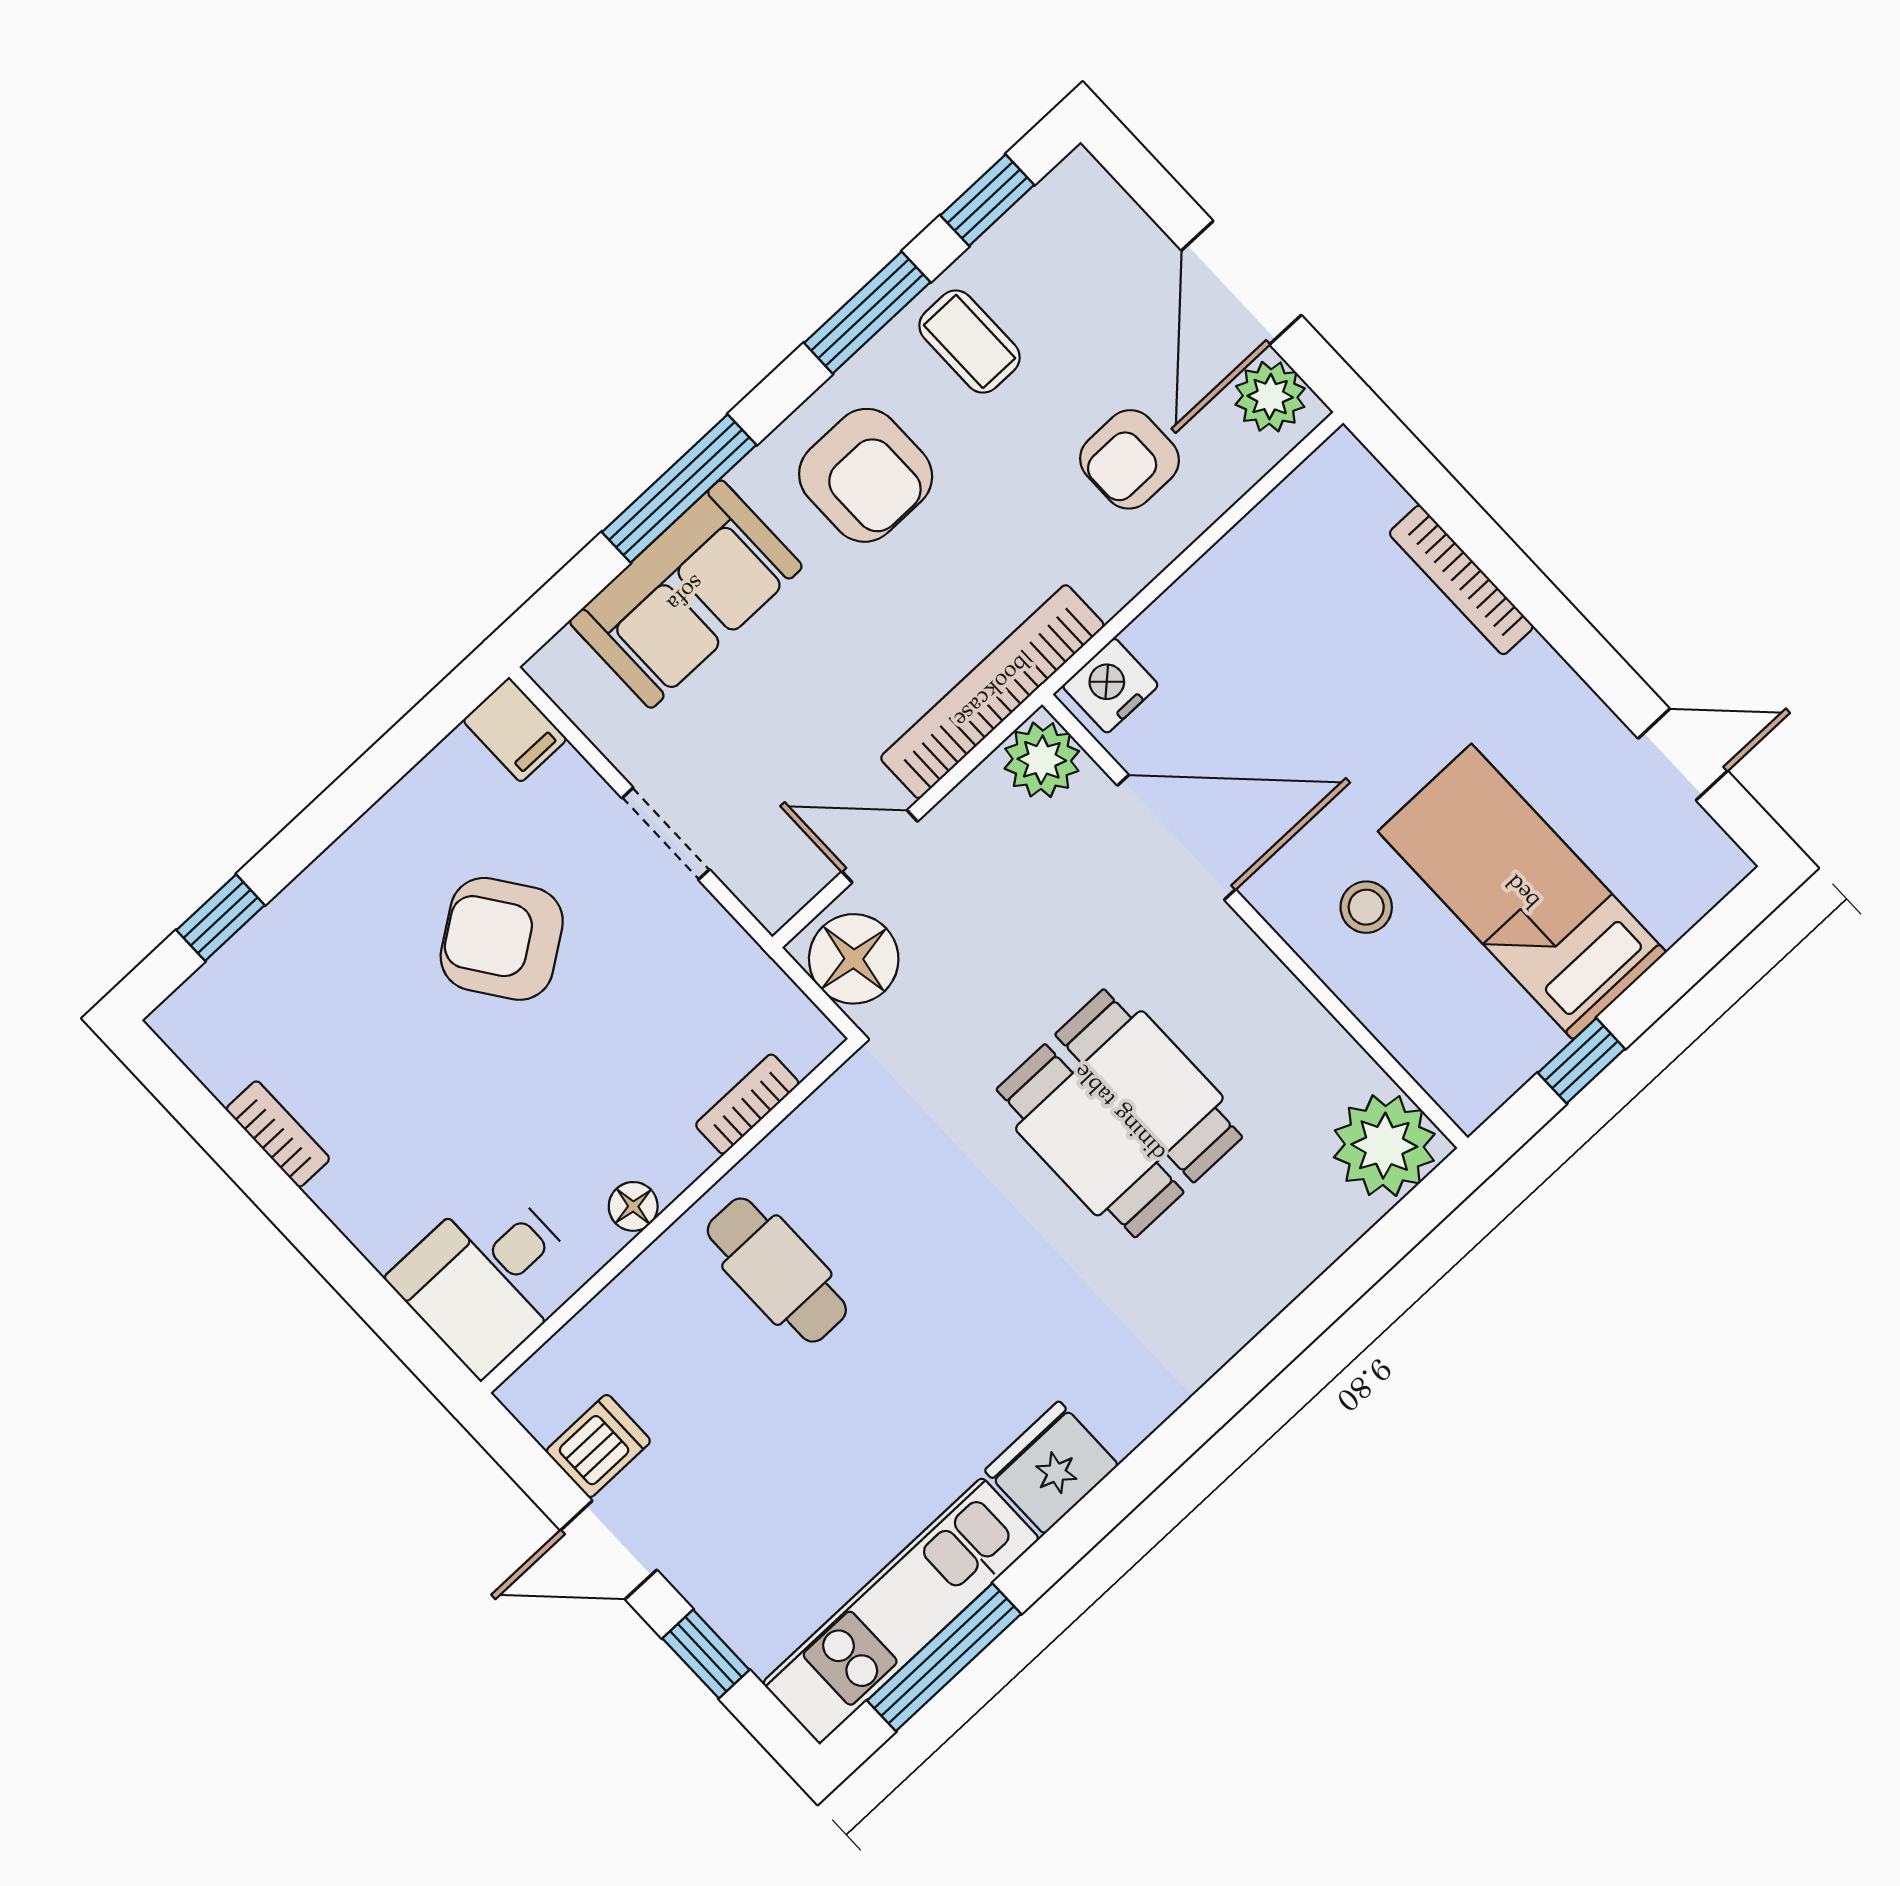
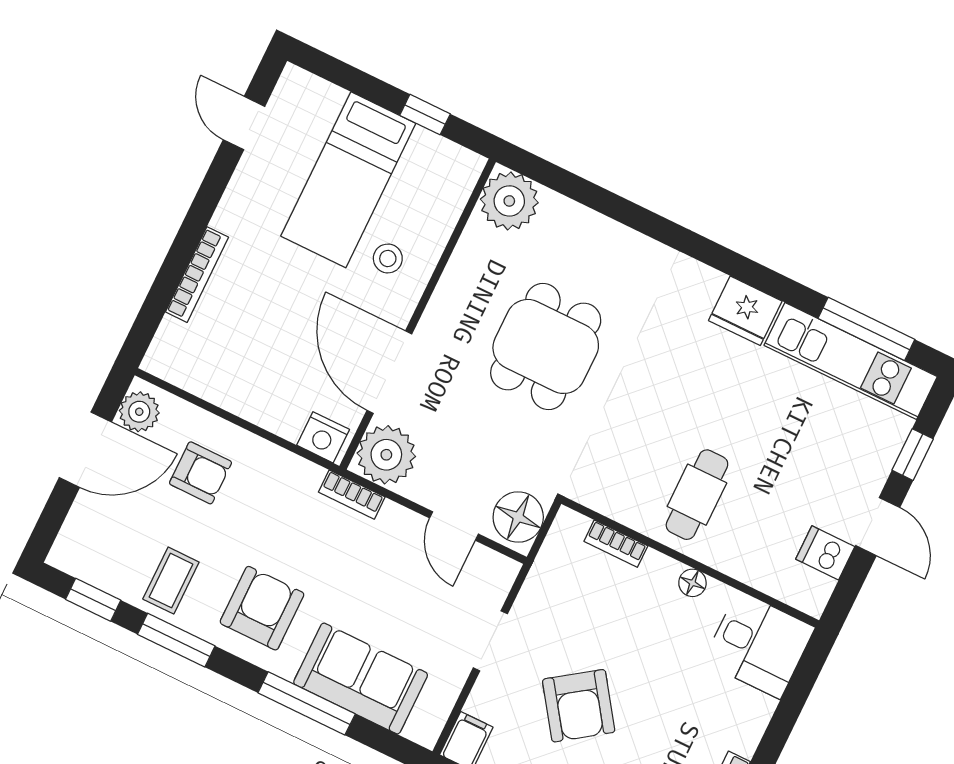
bookcase: (992, 692) -> (352, 495), width x0.43, depth x0.76
plant: (1042, 760) -> (386, 455), width x1.36, depth x1.36

